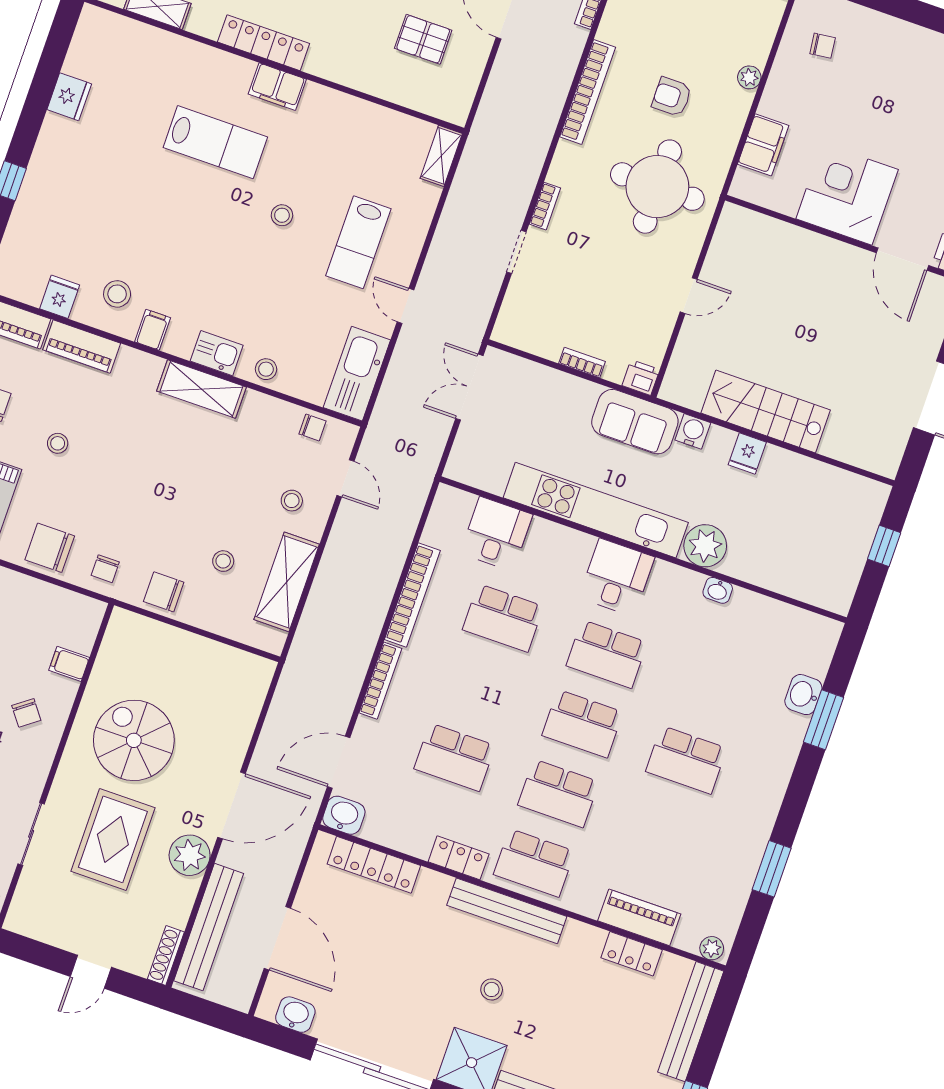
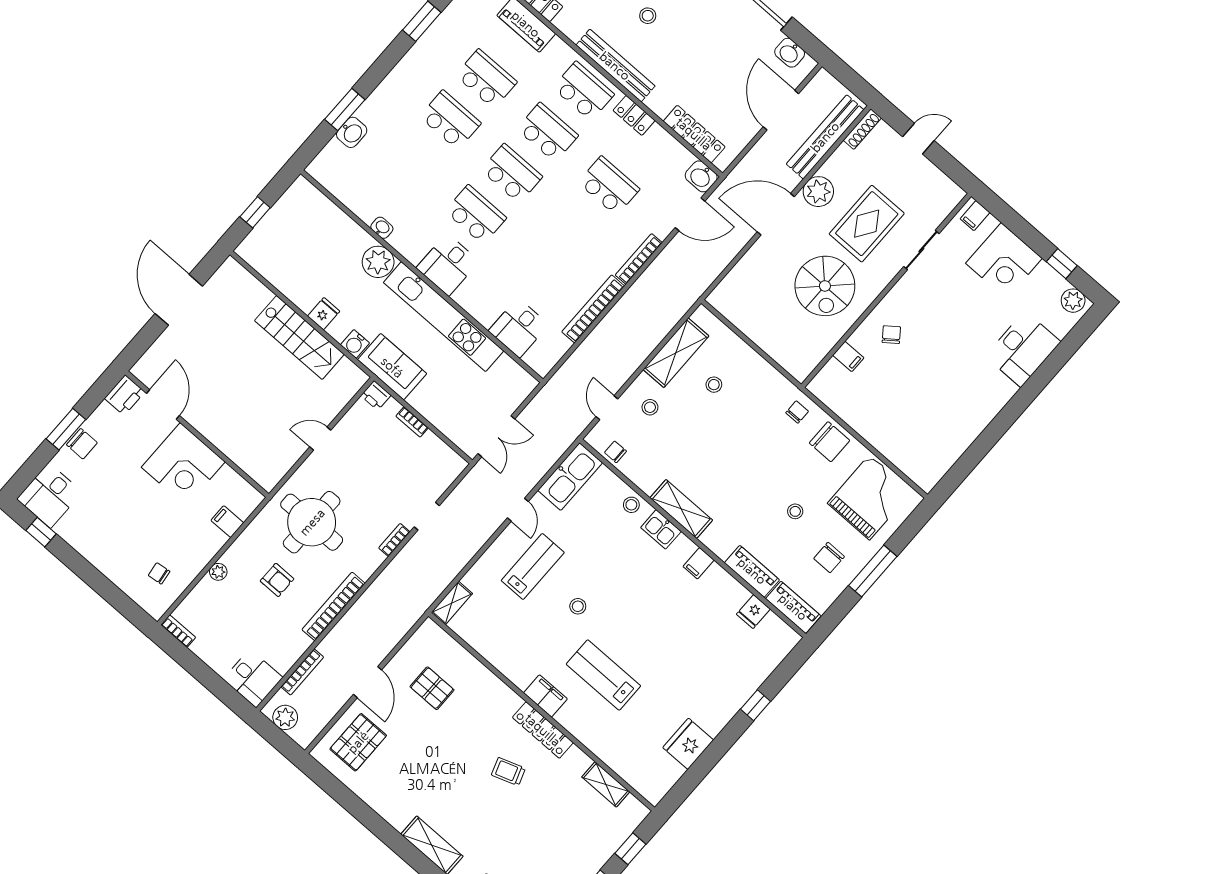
fridge: (69, 97) -> (688, 744), width x1.36, depth x1.34
filing cabinet: (763, 145) -> (227, 522), width x0.50
stool: (117, 294) -> (713, 598), removed
chair: (164, 592) -> (763, 380), removed
school desk: (503, 618) -> (486, 79), moved

